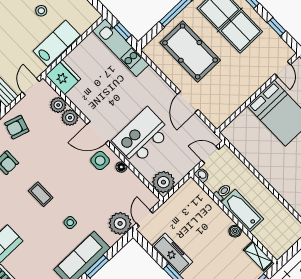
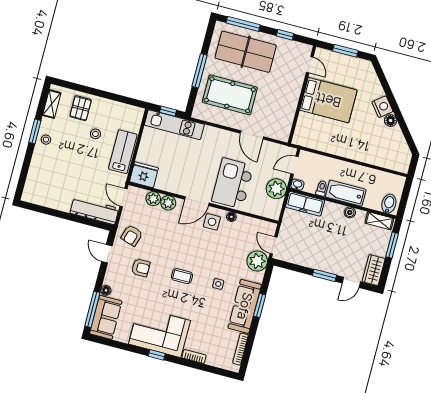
plant: (163, 182) -> (276, 189), moved
bidet: (277, 245) -> (389, 204), added
freezer: (172, 254) -> (305, 204), moved, turned 180

